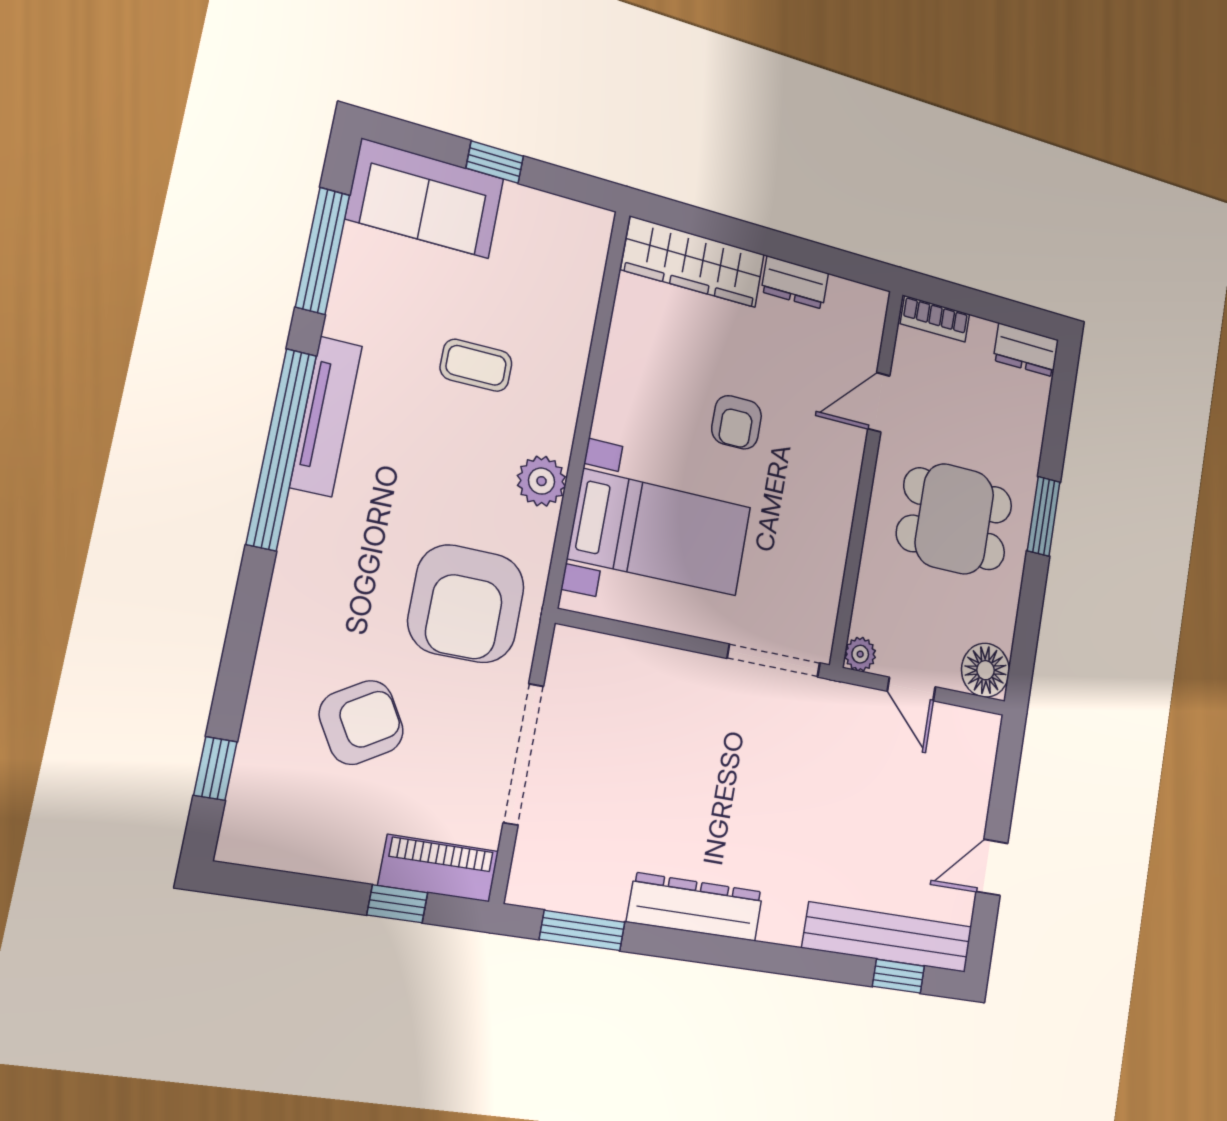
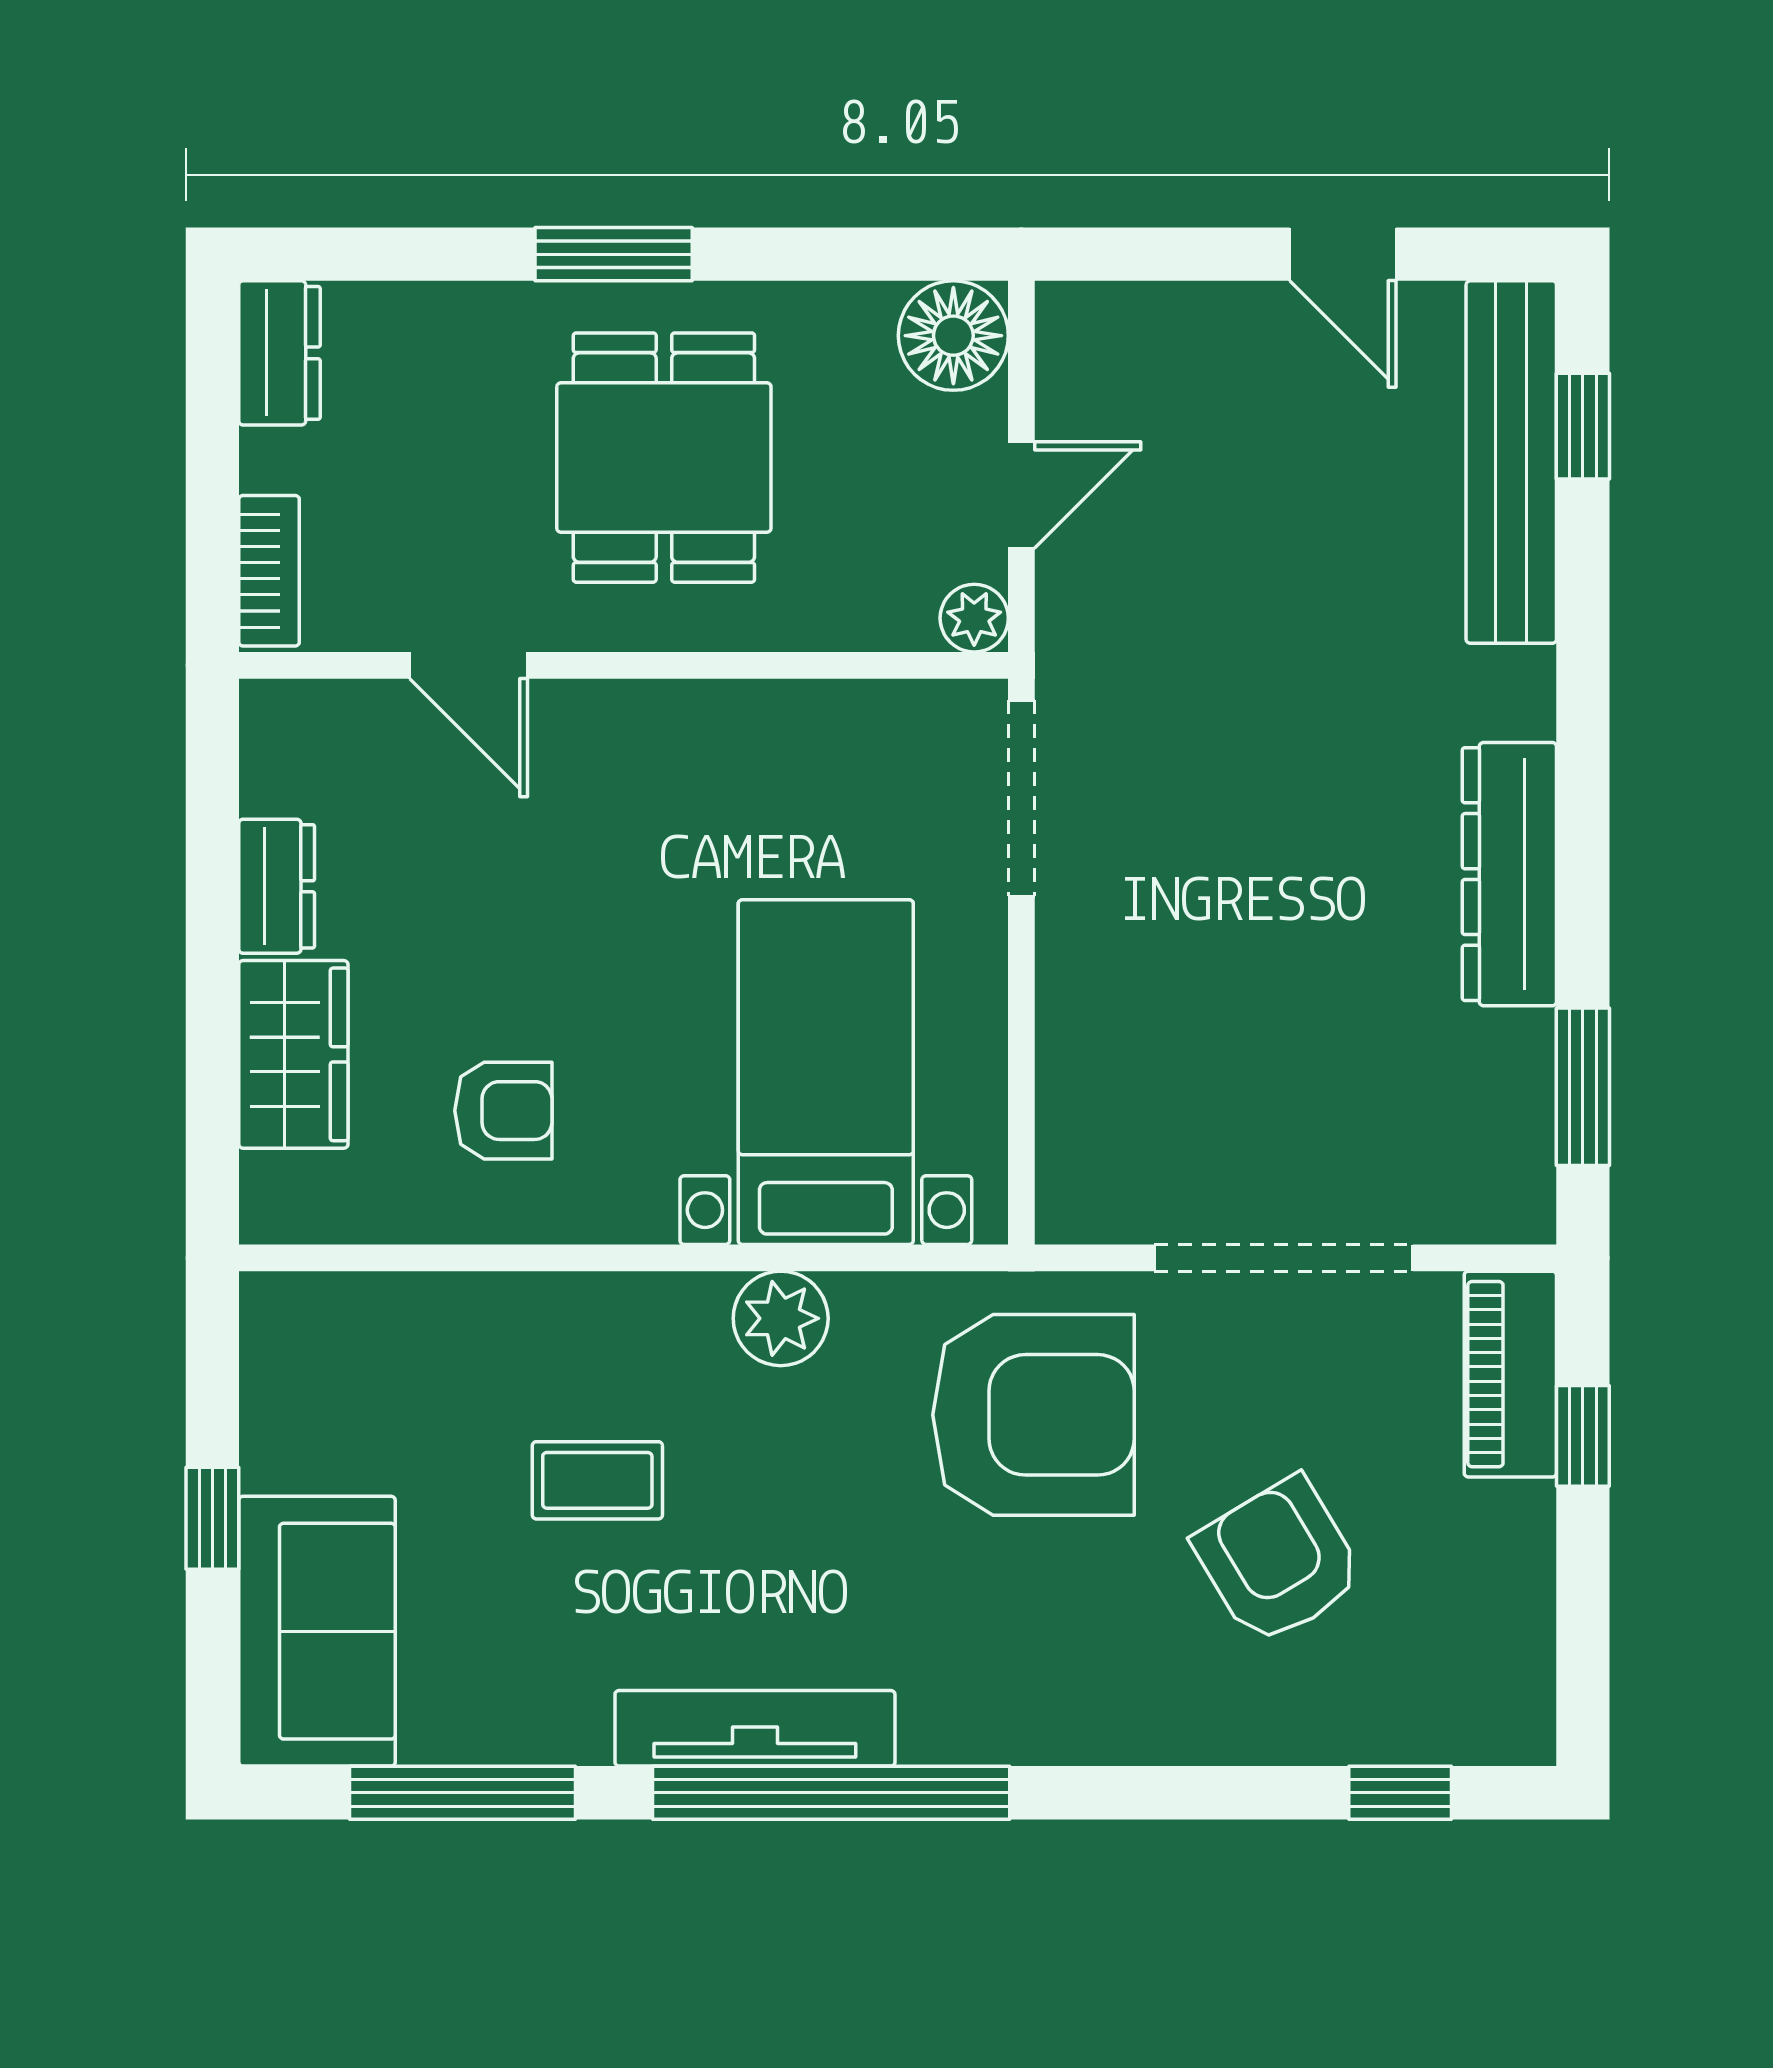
wardrobe: (693, 262) -> (293, 1054), width x0.67
coffee table: (476, 365) -> (597, 1480), turned 90
armchair: (737, 422) -> (503, 1111), moved

